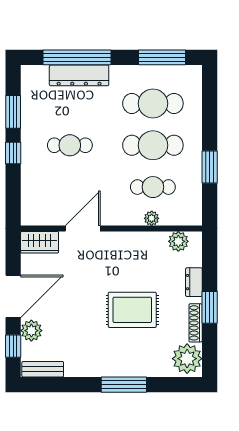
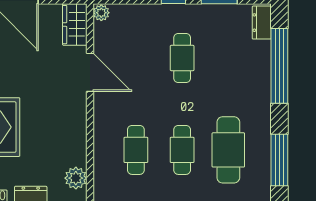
dresser: (79, 75) -> (262, 23), moved, width x0.51, depth x0.80
cafe table: (153, 145) -> (182, 150), width x0.73, depth x0.74
plant: (152, 218) -> (101, 13), moved

